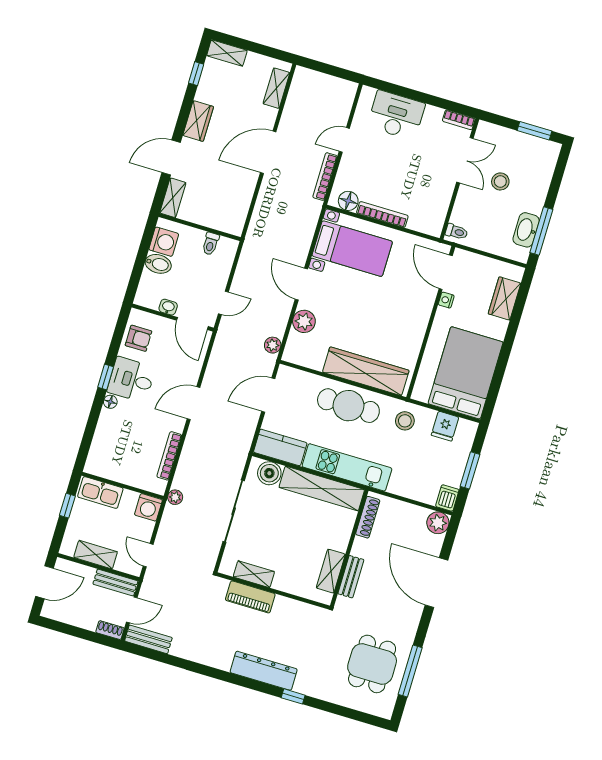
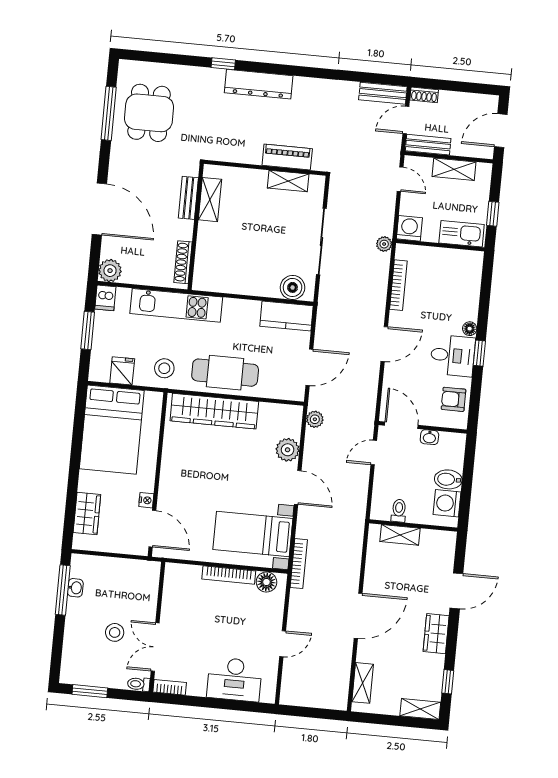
bookcase: (325, 177) -> (299, 564), moved
shelving: (173, 198) -> (400, 535), moved, turned 90
washbasin: (526, 230) -> (75, 588), width x0.52, depth x0.69
toilet: (457, 232) -> (139, 684), moved
kitchen unit: (347, 467) -> (176, 305), moved
shelving: (322, 489) -> (236, 282), removed

